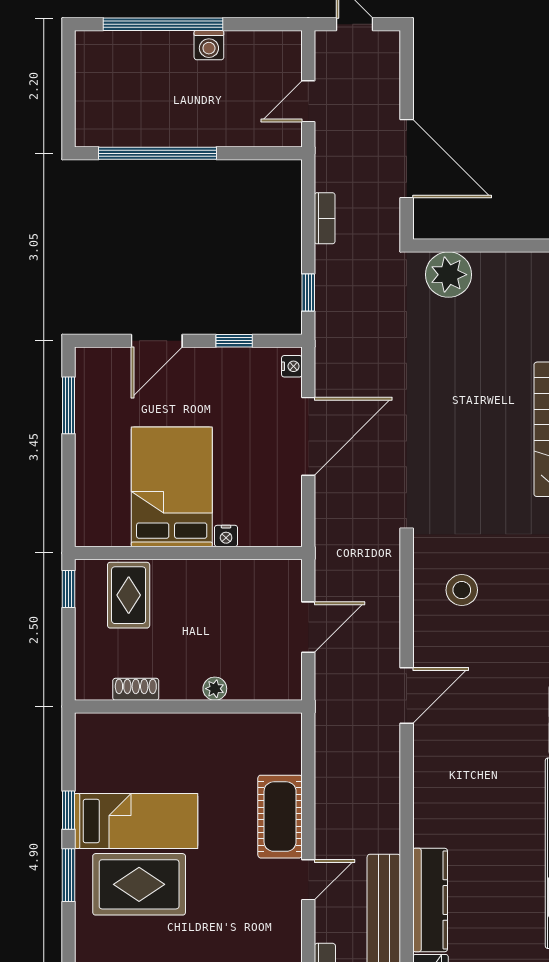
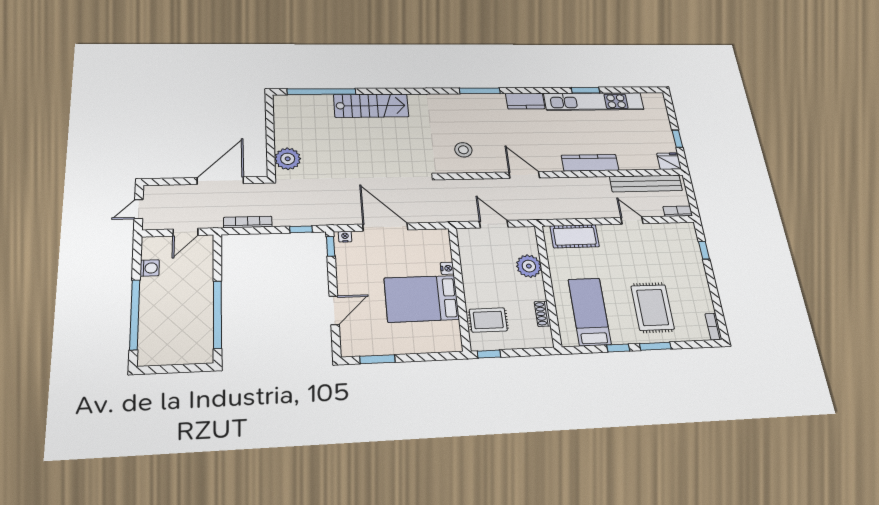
washing machine: (209, 45) -> (150, 268), moved
door: (308, 101) -> (185, 232), hinge flipped
bookcase: (325, 218) -> (248, 222), width x1.56
door: (157, 341) -> (334, 310), hinge flipped
window: (234, 341) -> (331, 246), moved
plant: (215, 689) -> (529, 266), width x1.87, depth x1.87
cot: (280, 817) -> (575, 236), moved
bed: (136, 821) -> (590, 312), moved
kitchen counter: (430, 900) -> (590, 163), moved

